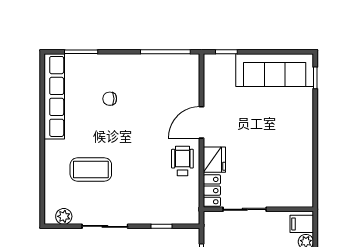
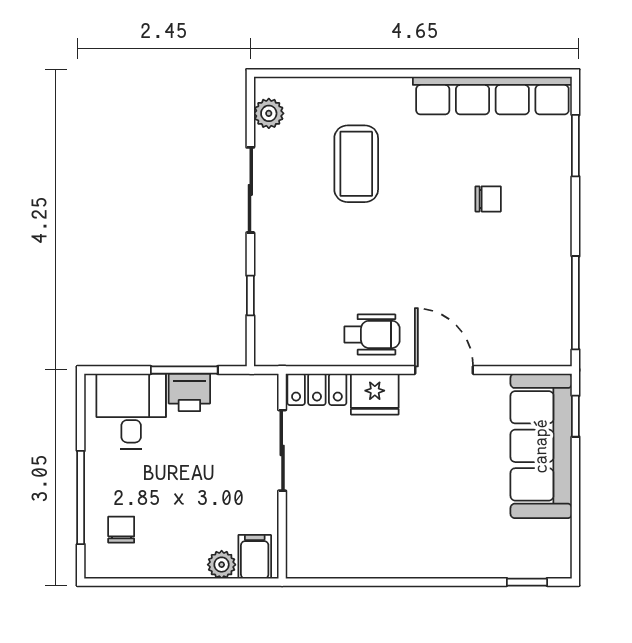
sofa: (275, 70) -> (541, 446), moved
chair: (110, 99) -> (488, 199), turned 90

